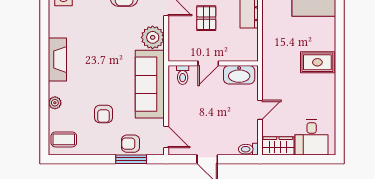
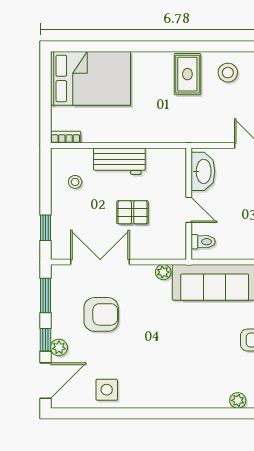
plant: (153, 37) -> (163, 272), width x0.53, depth x0.53
fireplace: (57, 60) -> (184, 397), removed
stool: (319, 95) -> (228, 73), added

